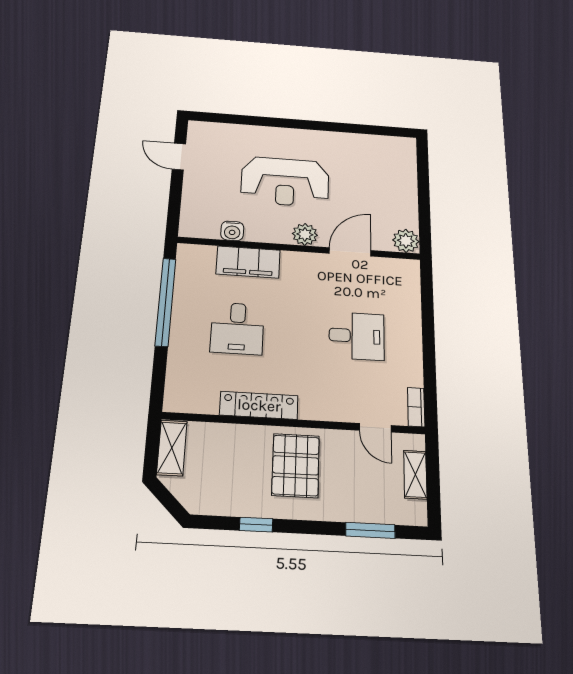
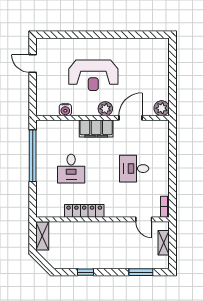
filing cabinet: (248, 262) -> (96, 129), moved
desk: (357, 336) -> (134, 169), turned 180
pallet: (296, 465) -> (104, 241), removed

